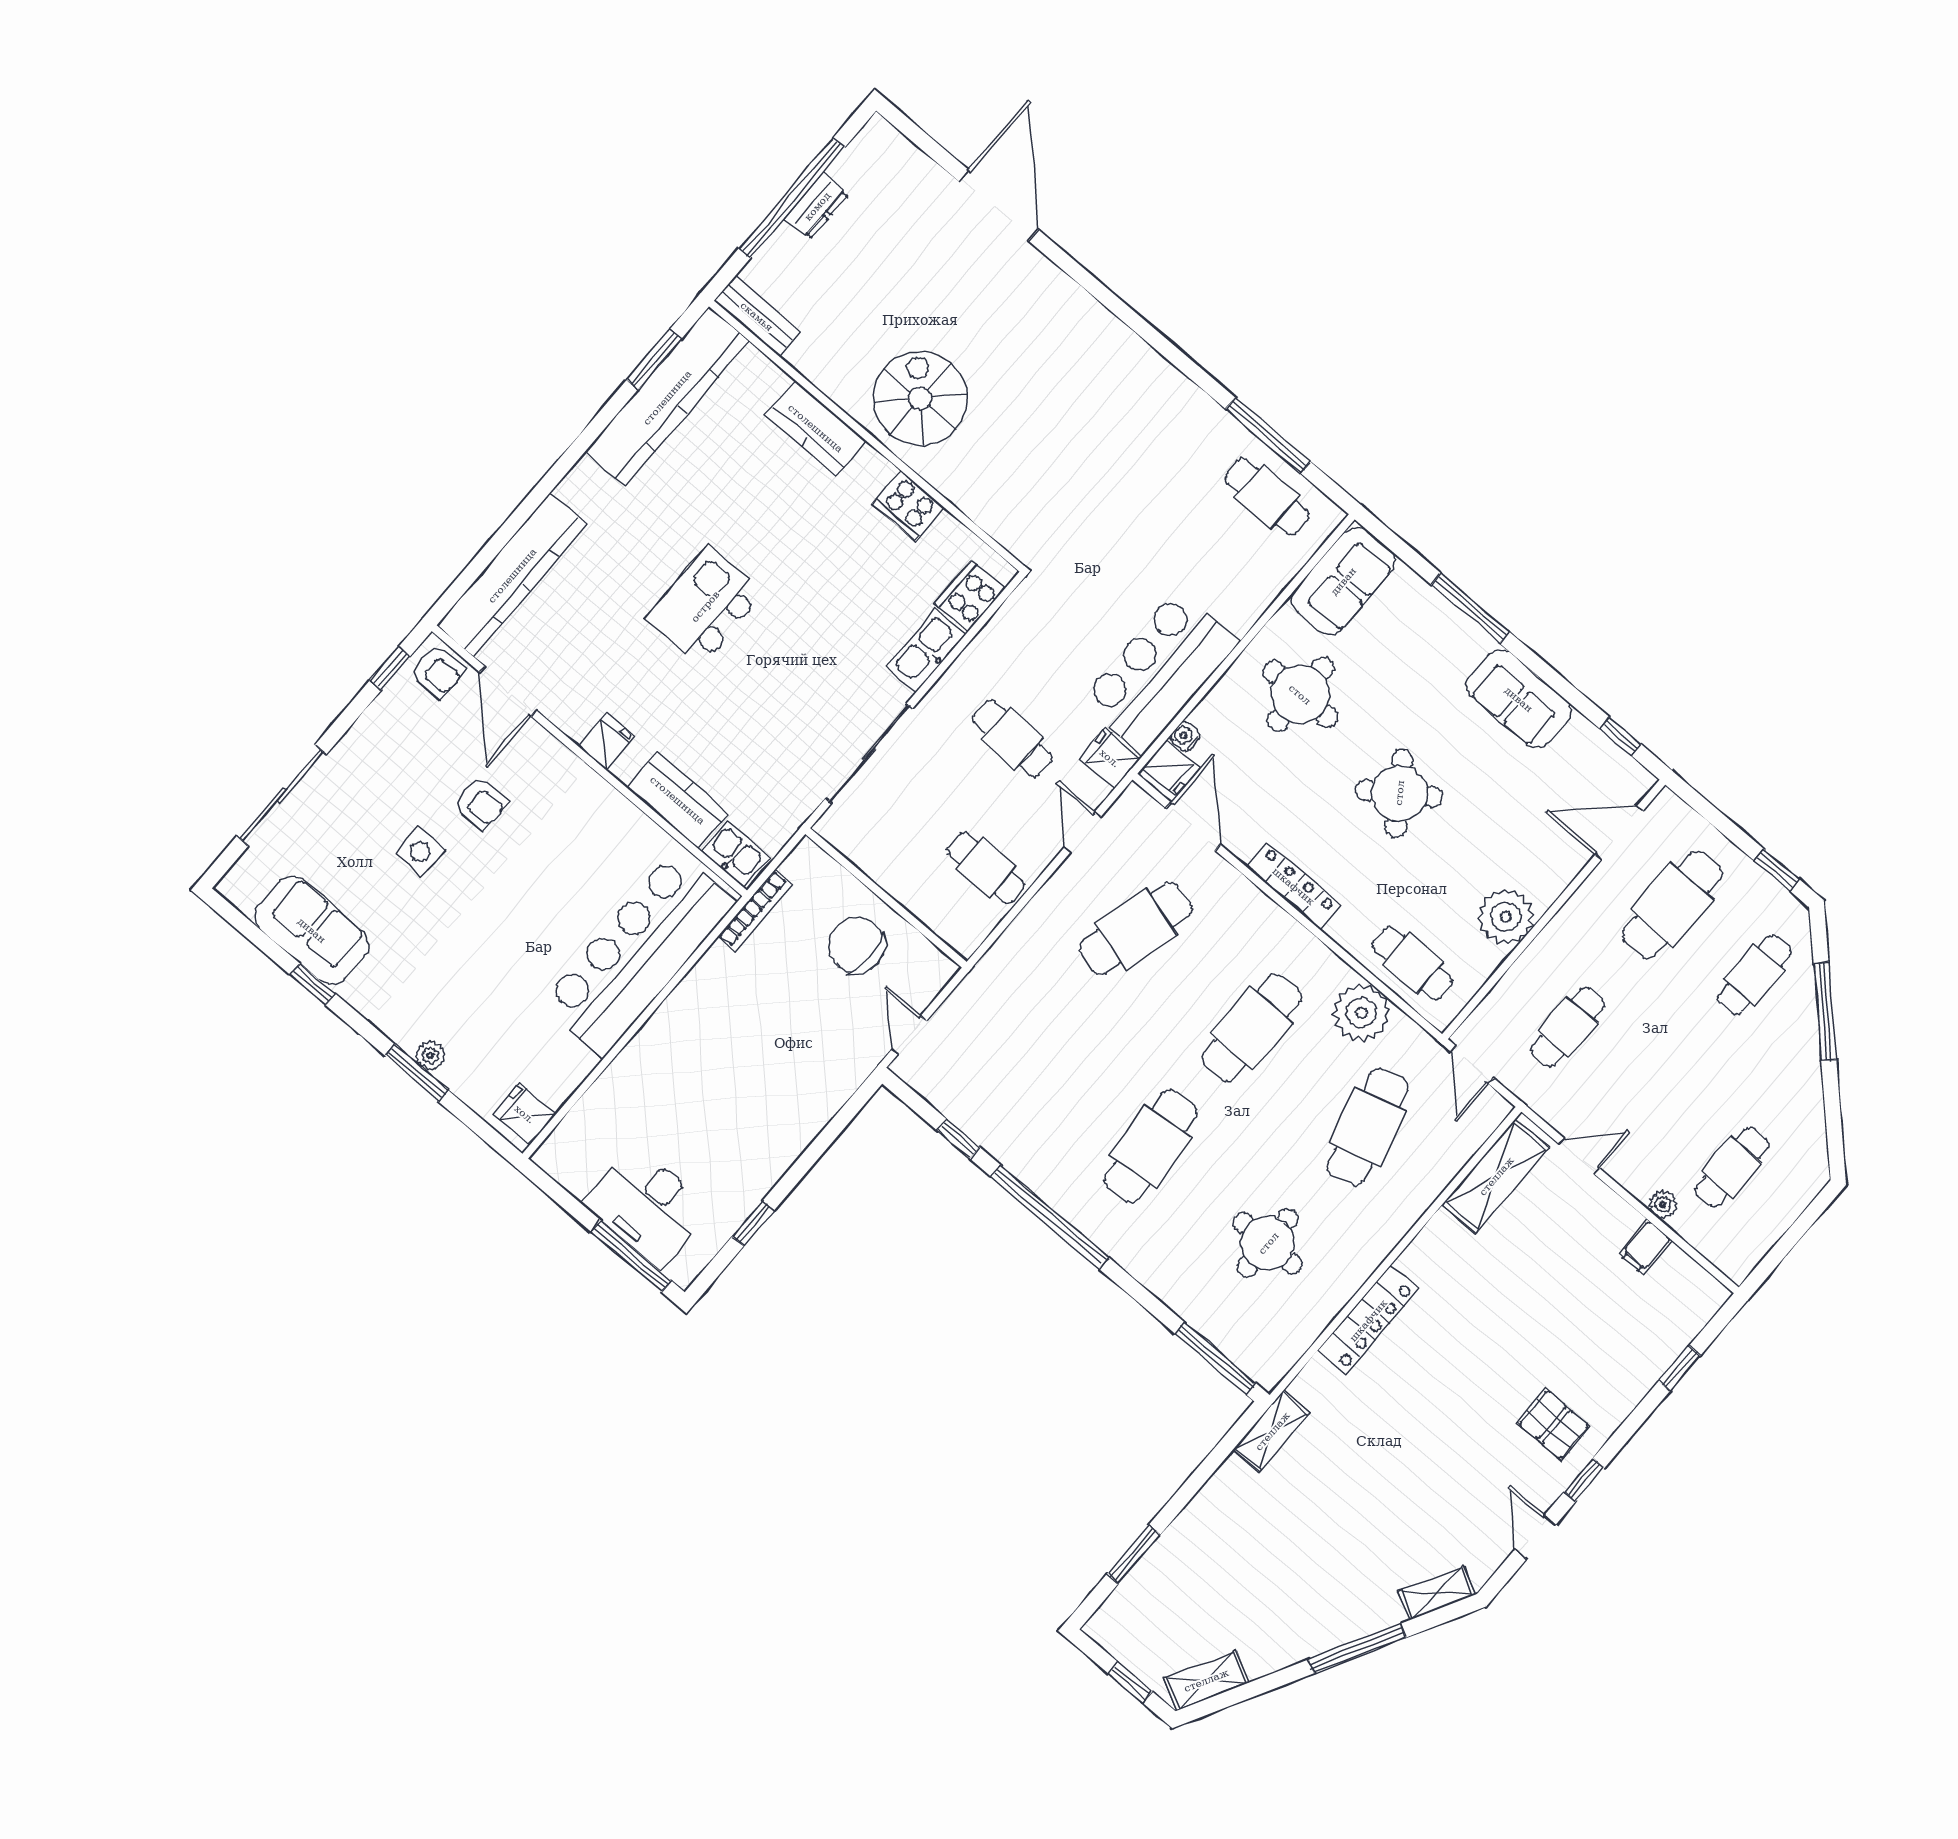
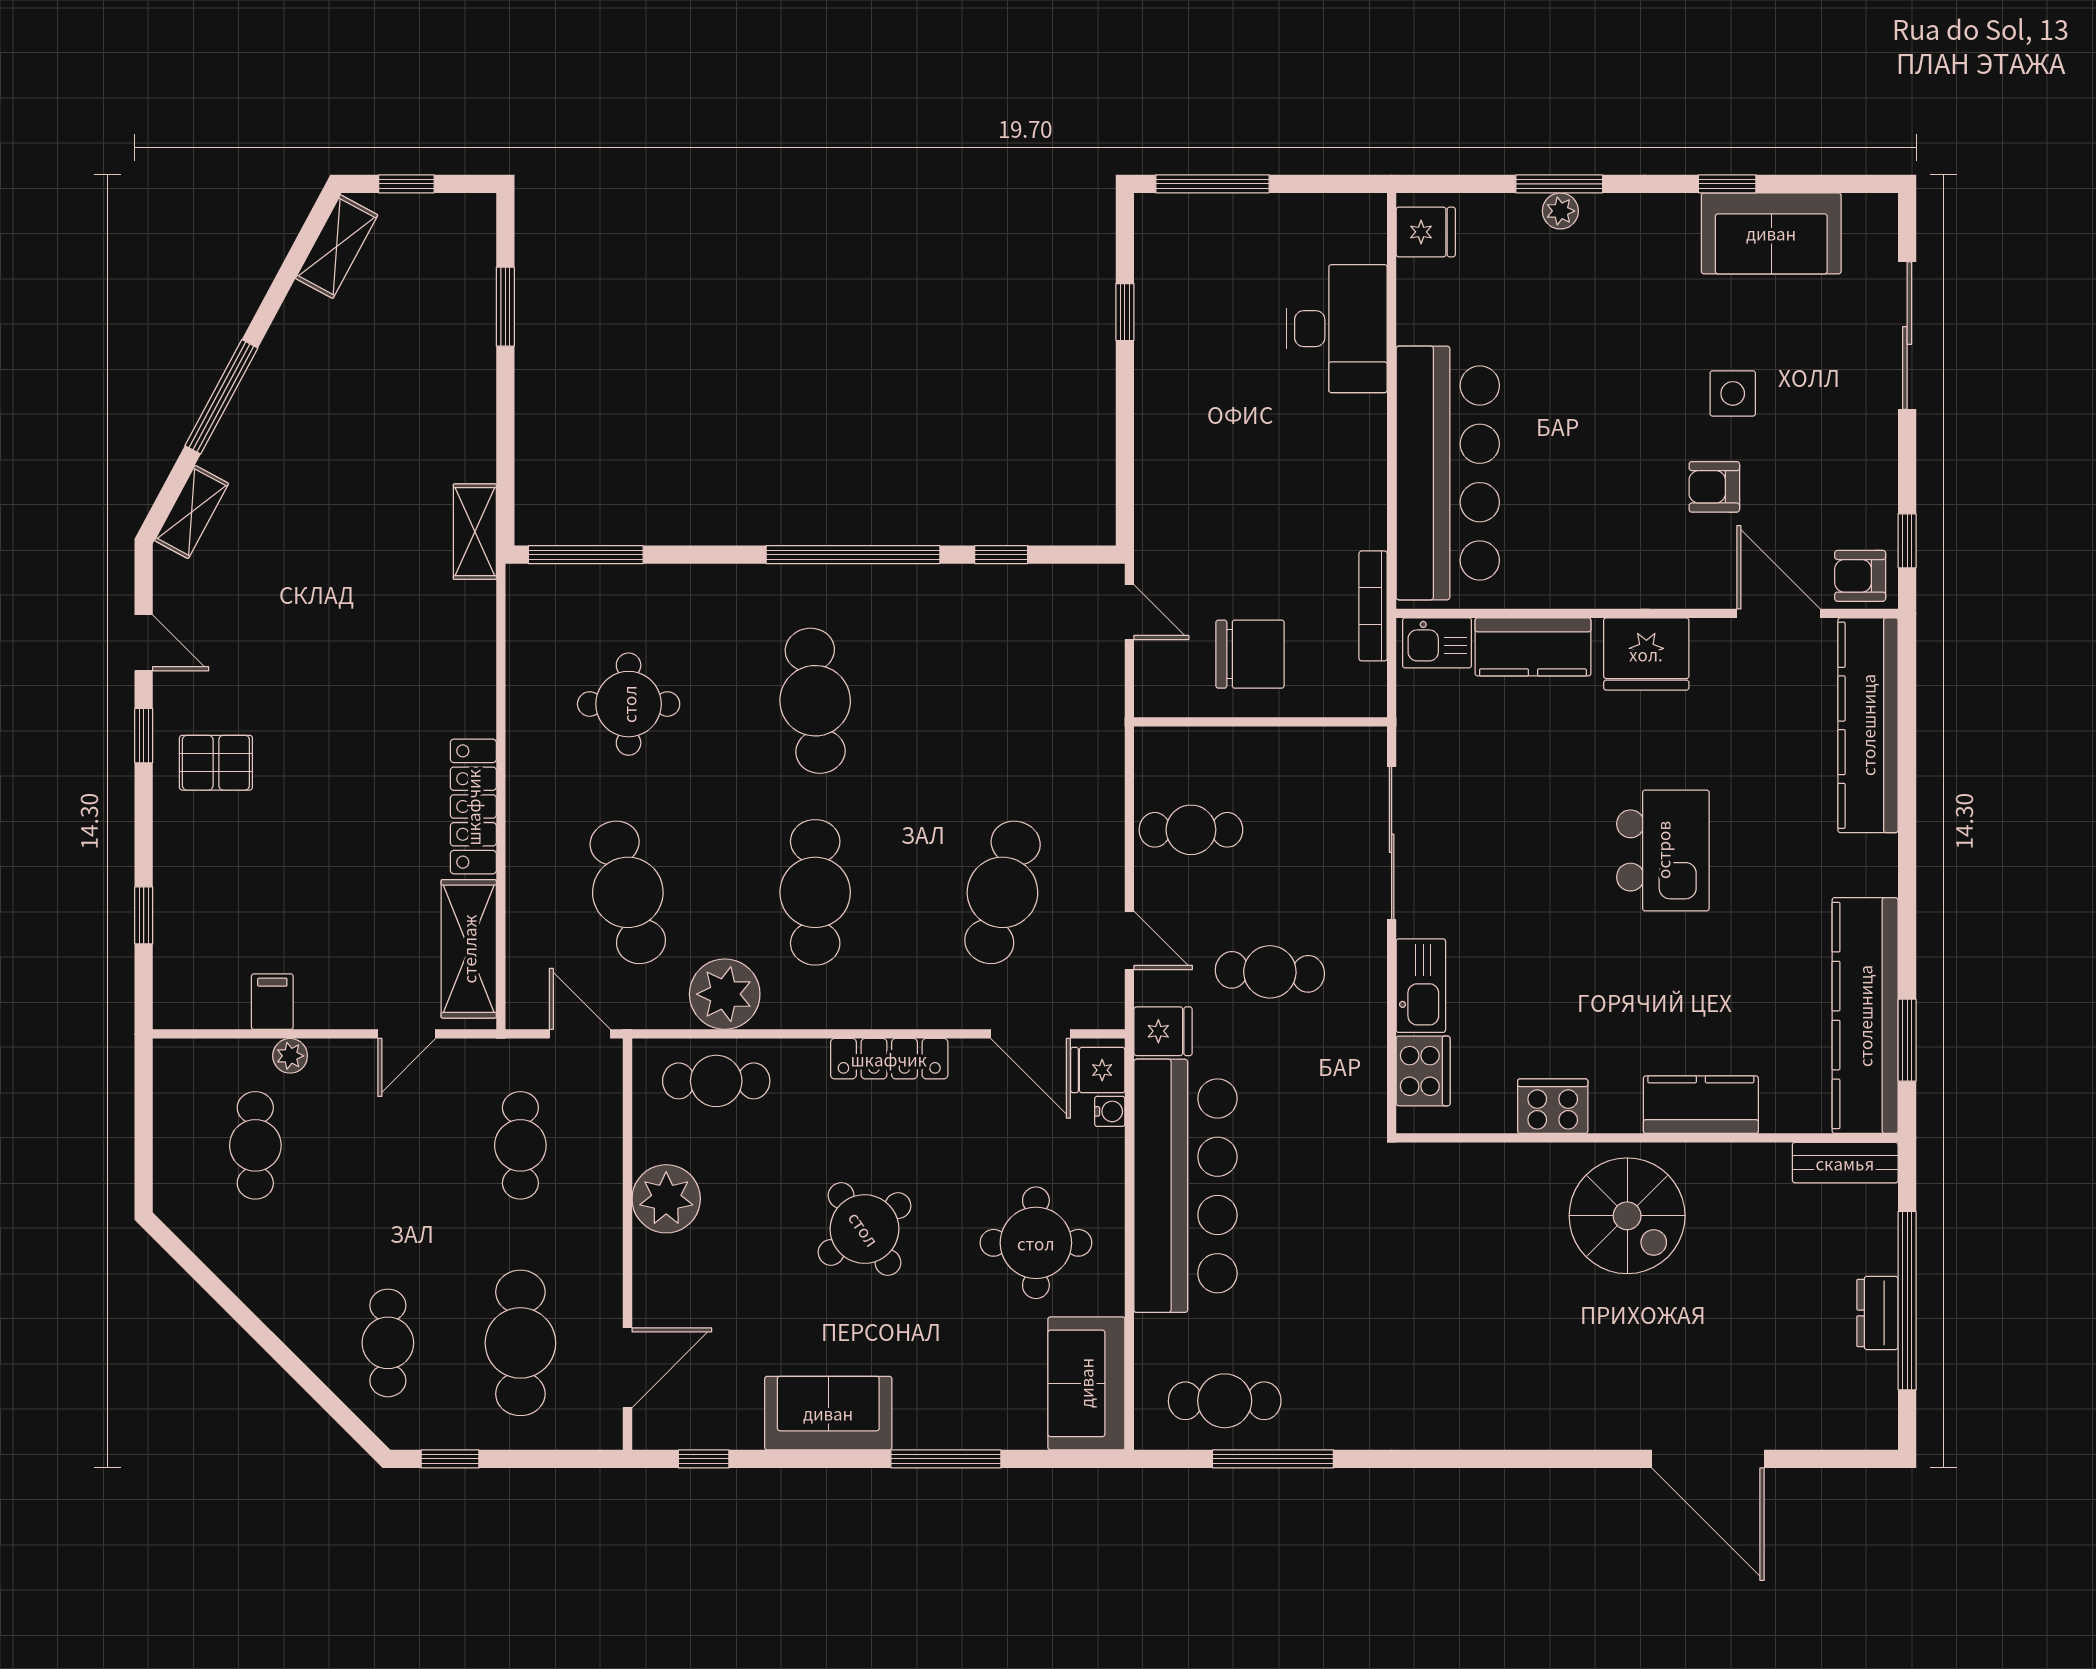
bar counter: (1160, 671) -> (1185, 1186), width x1.36
fridge: (606, 742) -> (1646, 654), width x1.88, depth x1.34
window: (1825, 1012) -> (292, 1365), removed
desk: (647, 1206) -> (1337, 329), moved, turned 90
locker: (1368, 1320) -> (473, 807), moved

